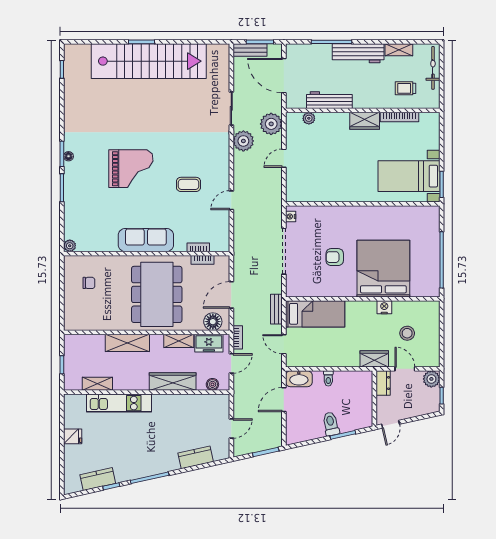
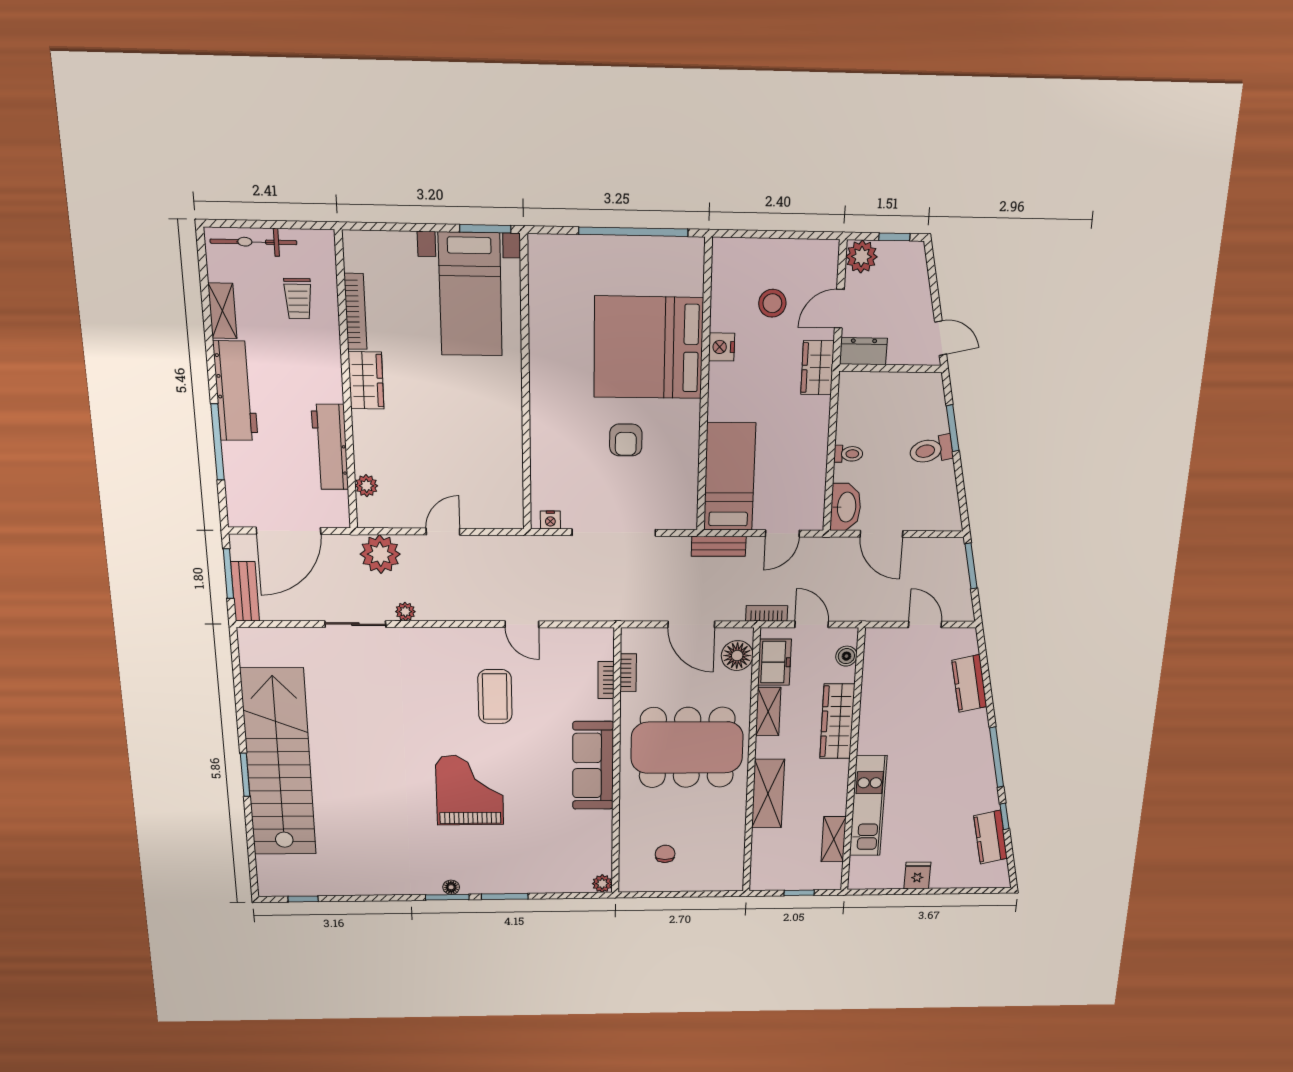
plant: (243, 141) -> (405, 612), width x0.53, depth x0.53
door: (284, 158) -> (443, 532), swing flipped
coffee table: (188, 184) -> (495, 697), width x1.36, depth x1.30

